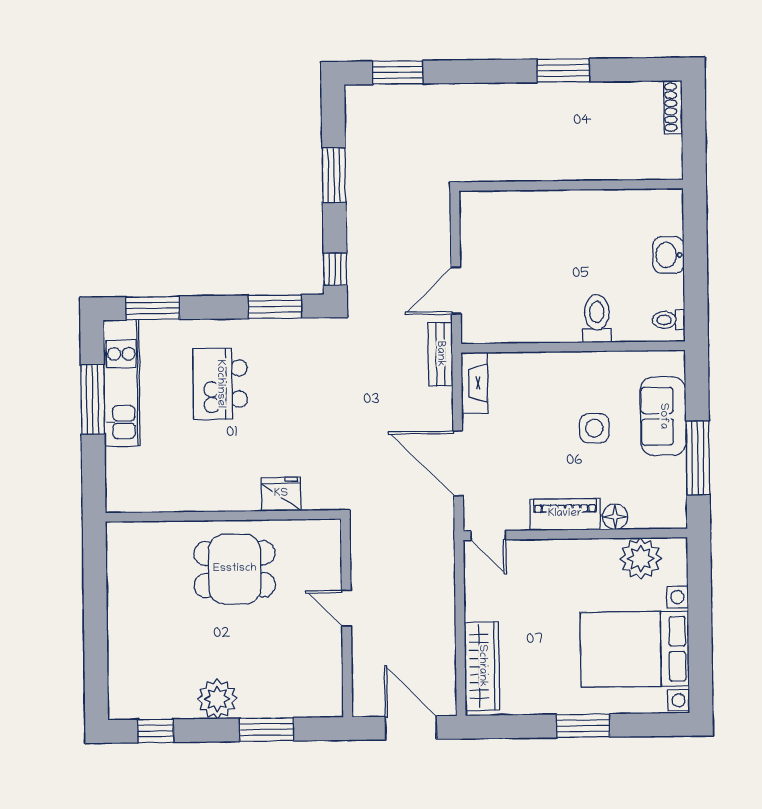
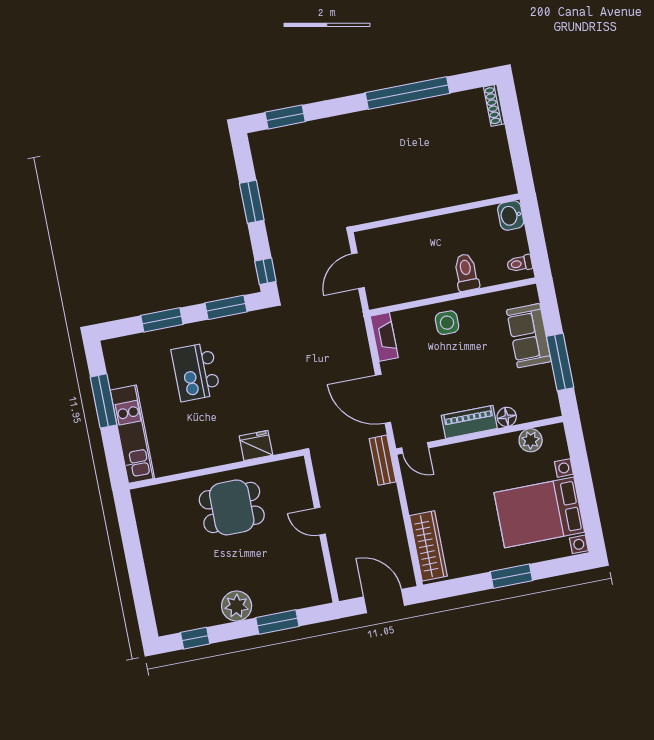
window: (563, 70) -> (407, 93), width x2.11
wall: (571, 185) -> (436, 213), moved
window: (153, 308) -> (162, 320), moved
bench: (440, 354) -> (383, 460), moved
kitchen unit: (122, 383) -> (132, 434), moved
side table: (594, 428) -> (447, 323), moved
plant: (641, 559) -> (531, 440), width x0.73, depth x0.73

